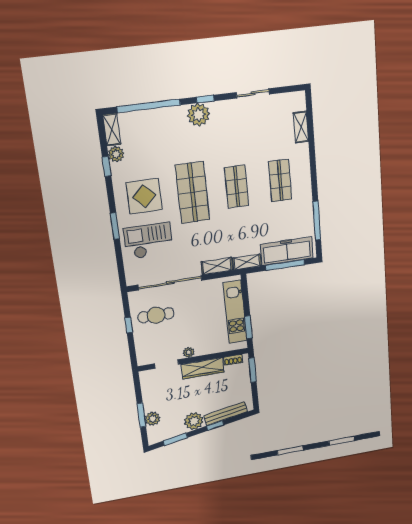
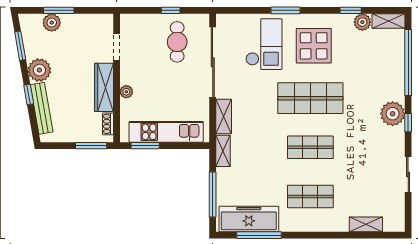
freezer: (287, 251) -> (249, 219), moved, turned -90
plant: (189, 352) -> (126, 92), moved

